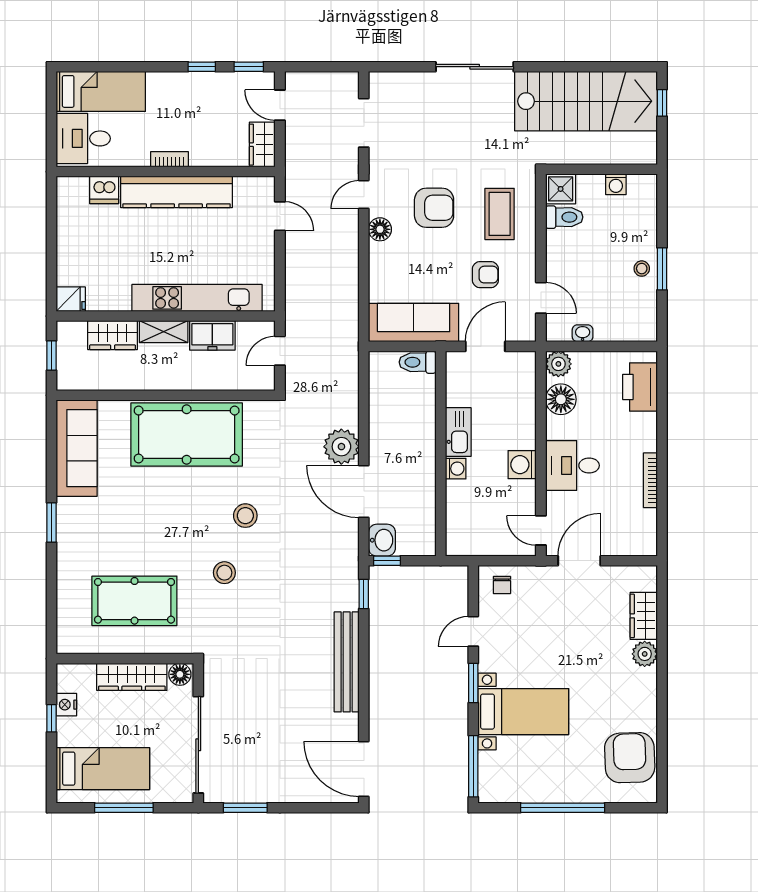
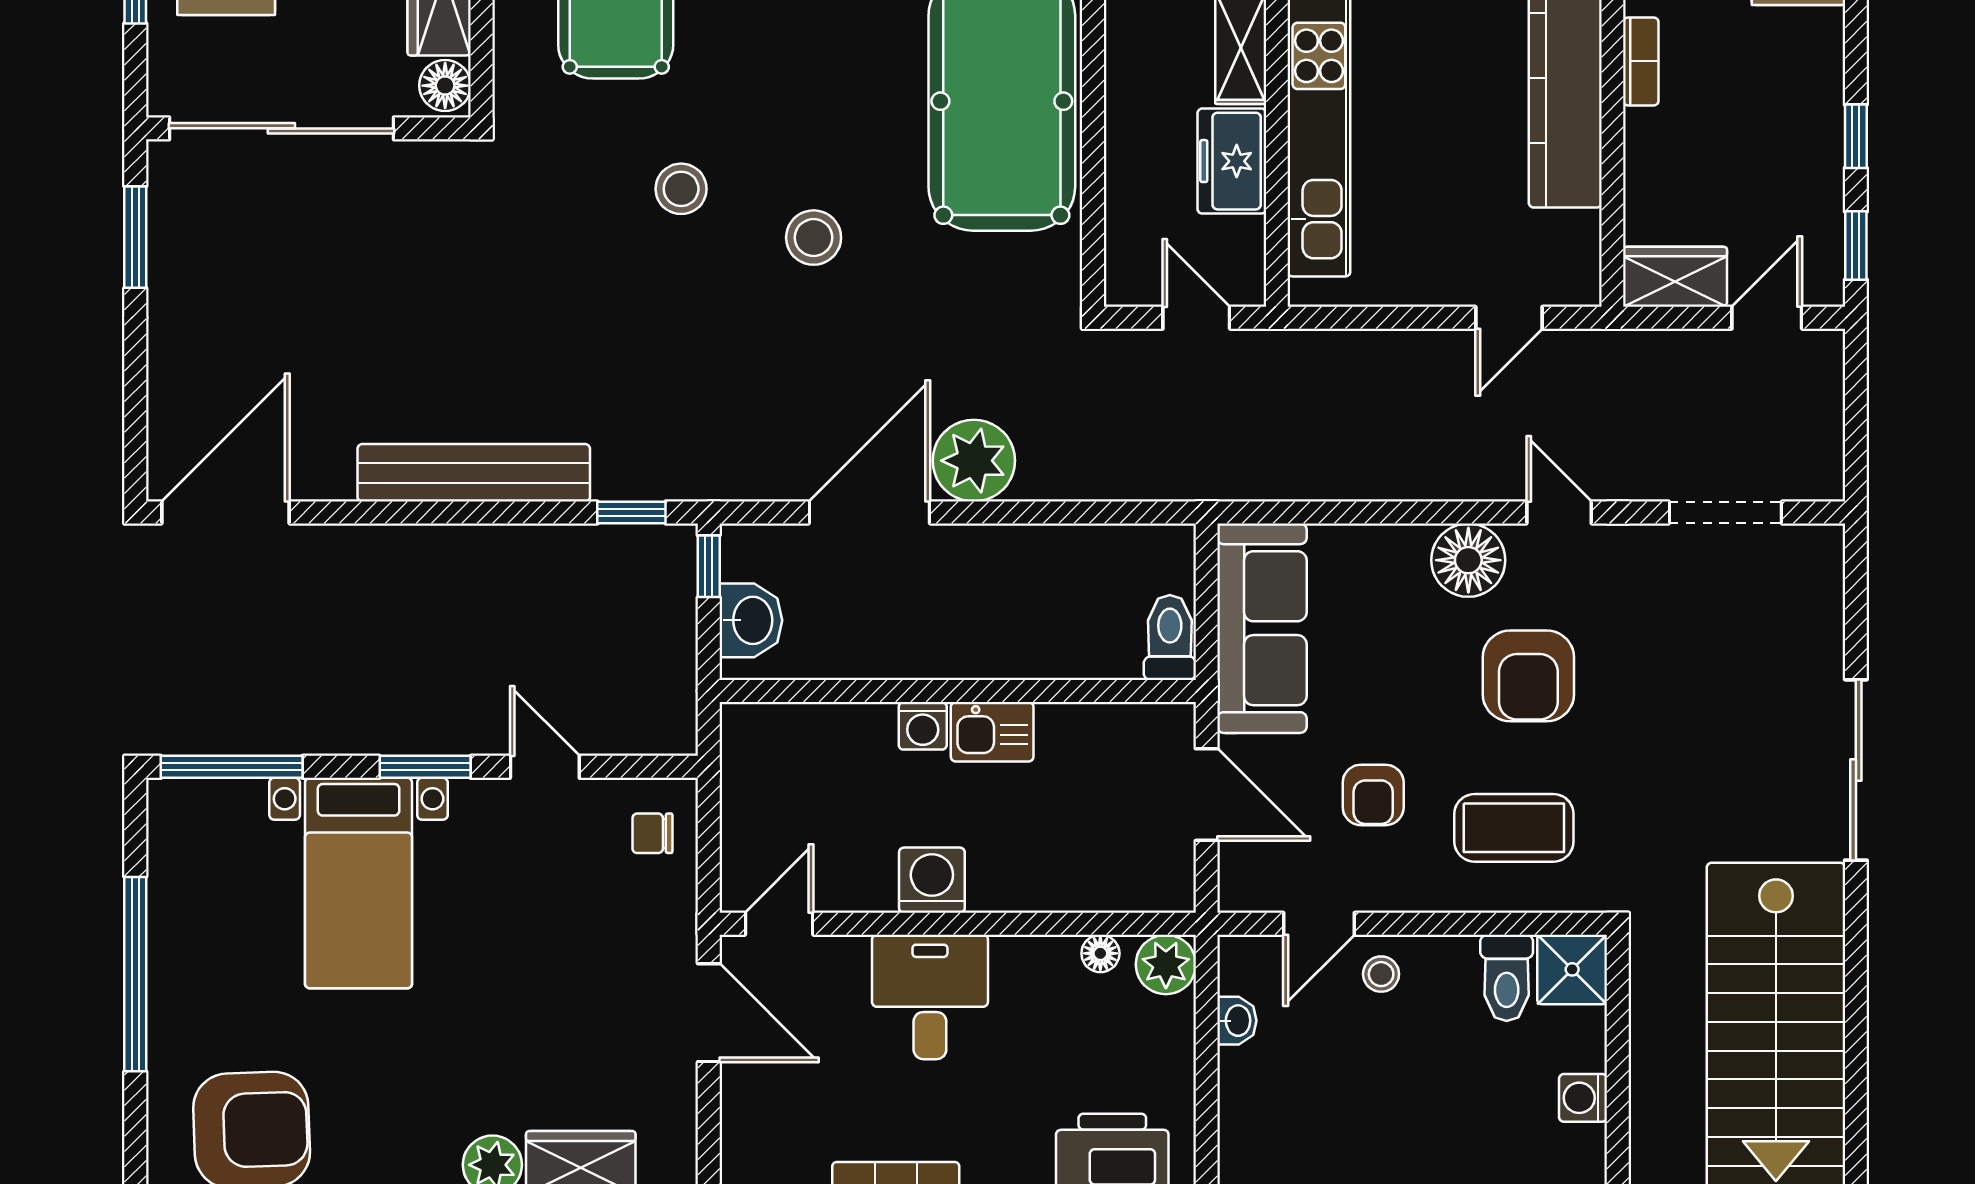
floor lamp: (380, 229) -> (1468, 560), width x1.38, depth x1.38
stool: (642, 269) -> (1381, 974), moved
floor lamp: (561, 399) -> (1100, 953), width x0.53, depth x0.53
kitchen sink: (458, 432) -> (992, 732), width x0.73
washbasin: (382, 540) -> (751, 620), moved, turned -90

